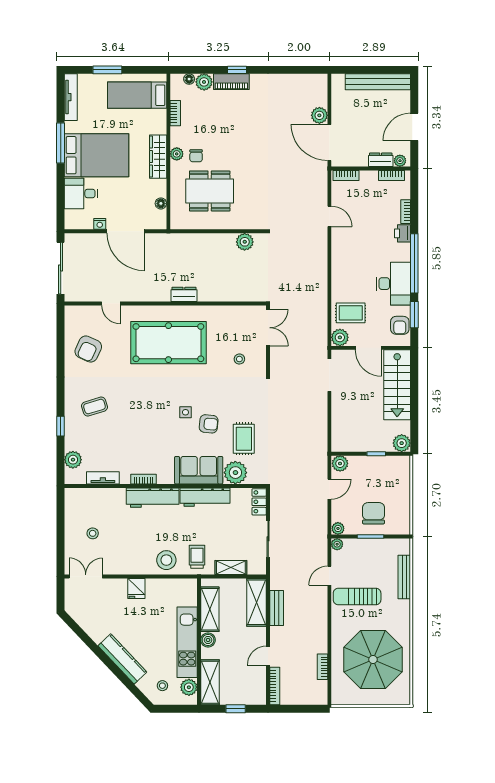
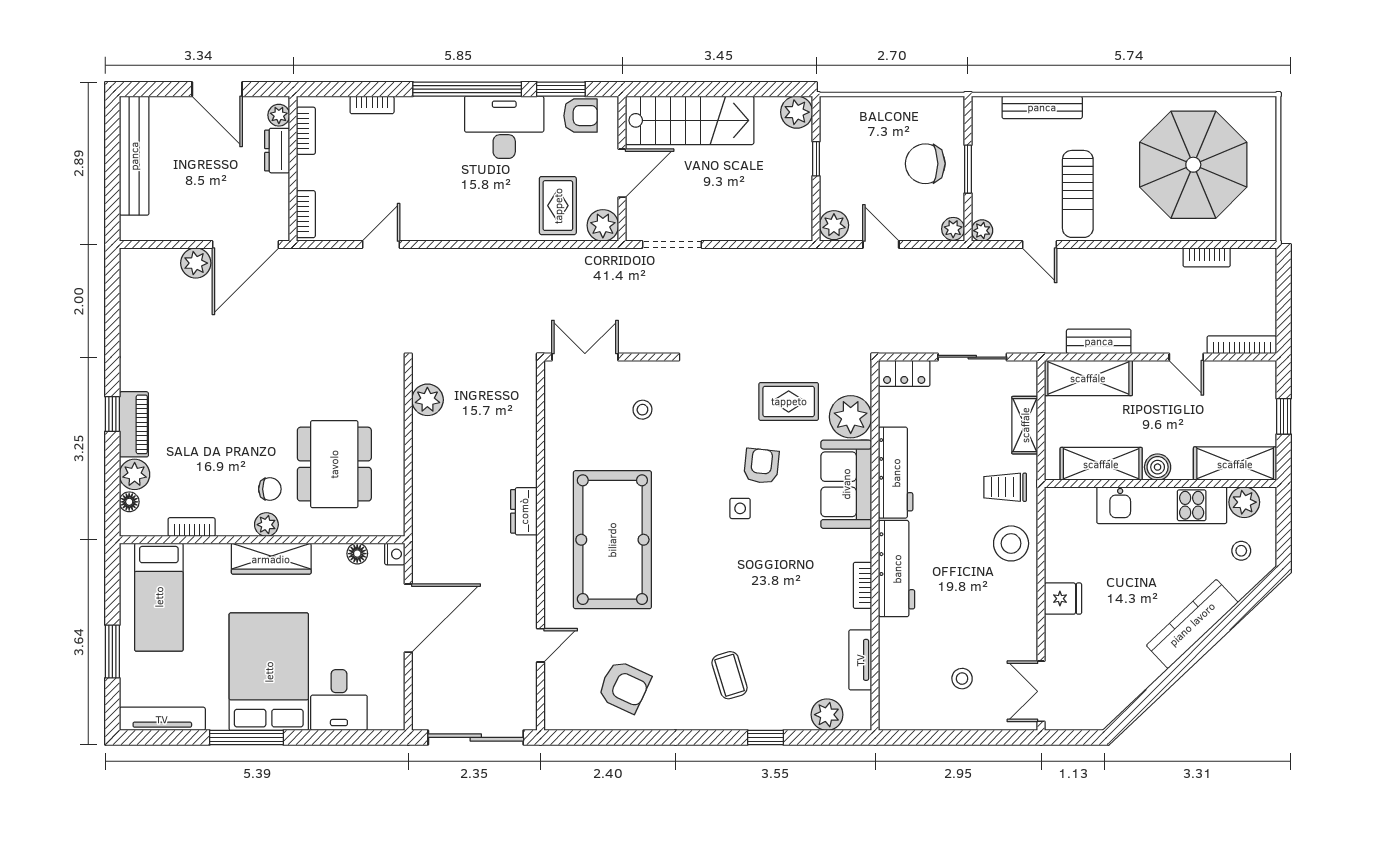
nightstand: (100, 224) -> (395, 554), moved
printer: (402, 233) -> (412, 111), removed

